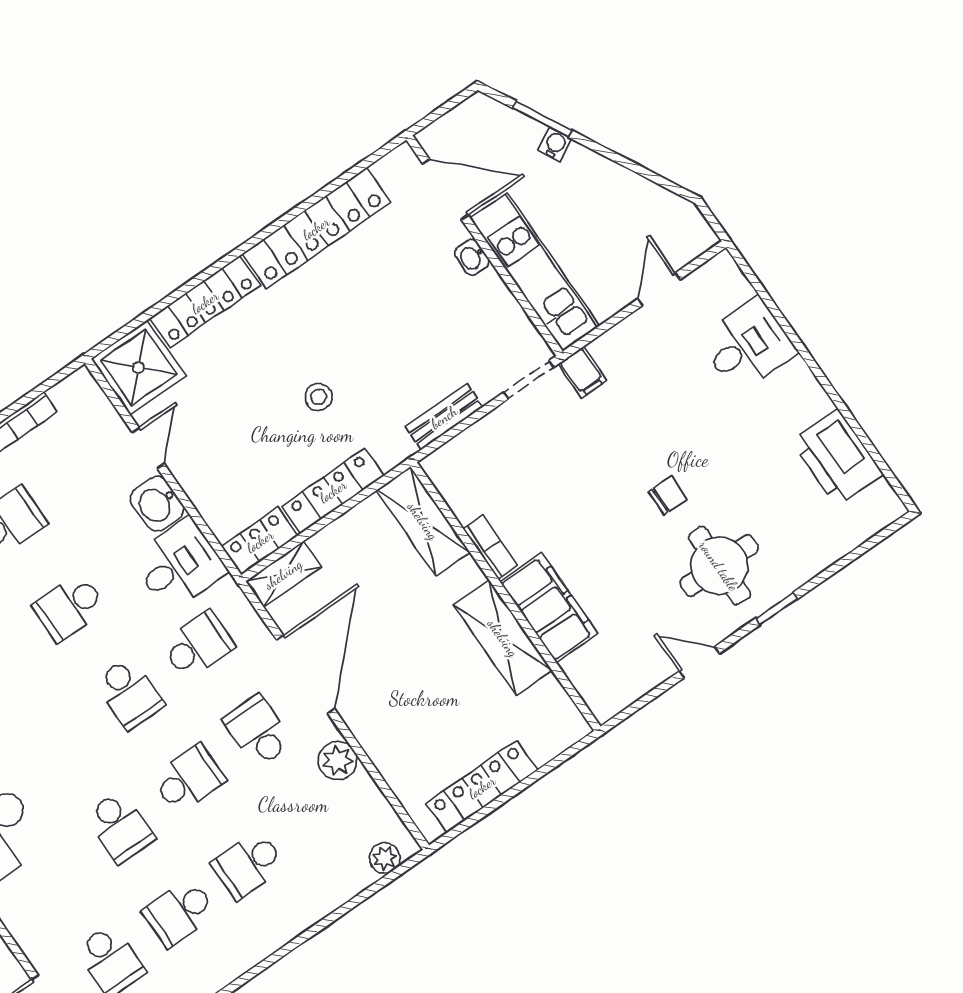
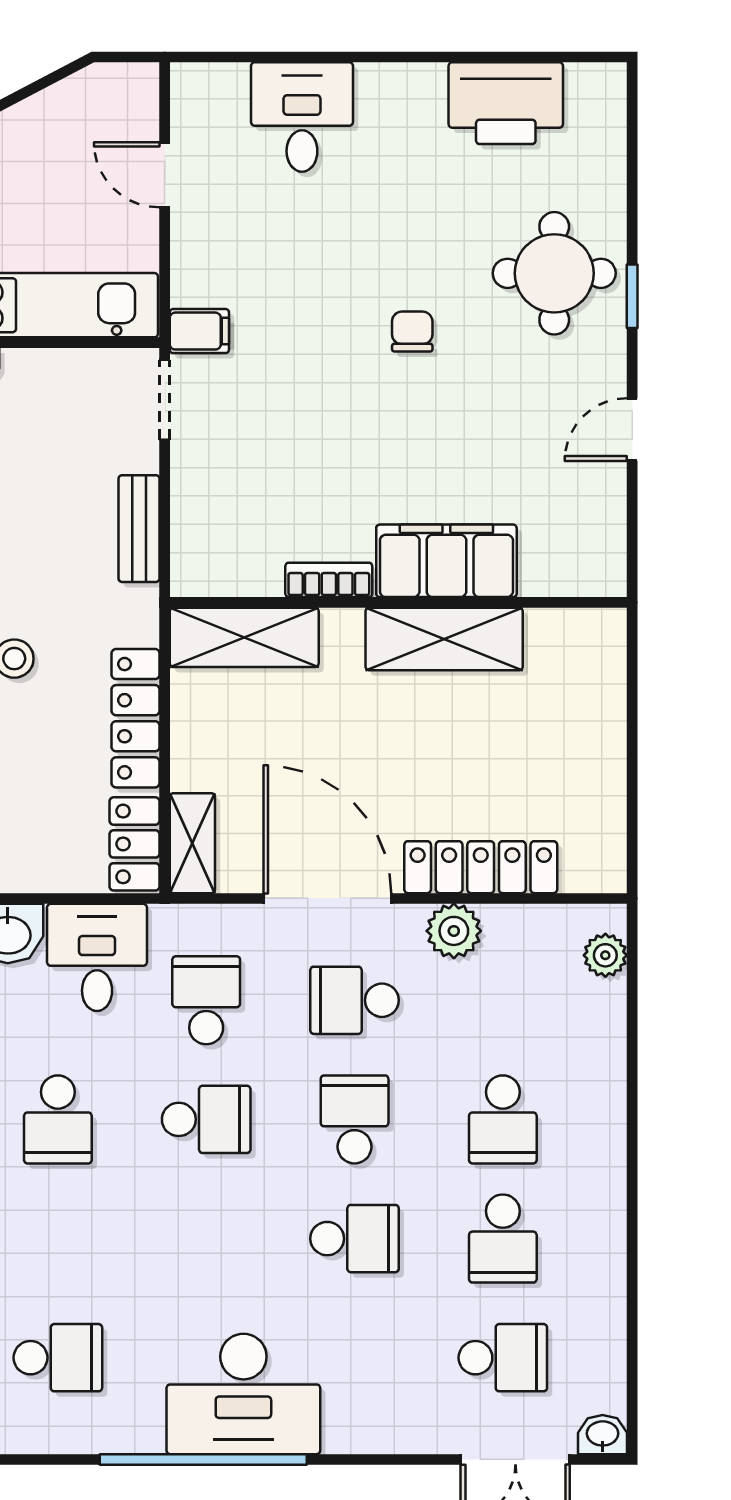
round table: (719, 566) -> (554, 273), moved
locker: (482, 787) -> (481, 867), moved, turned 90

